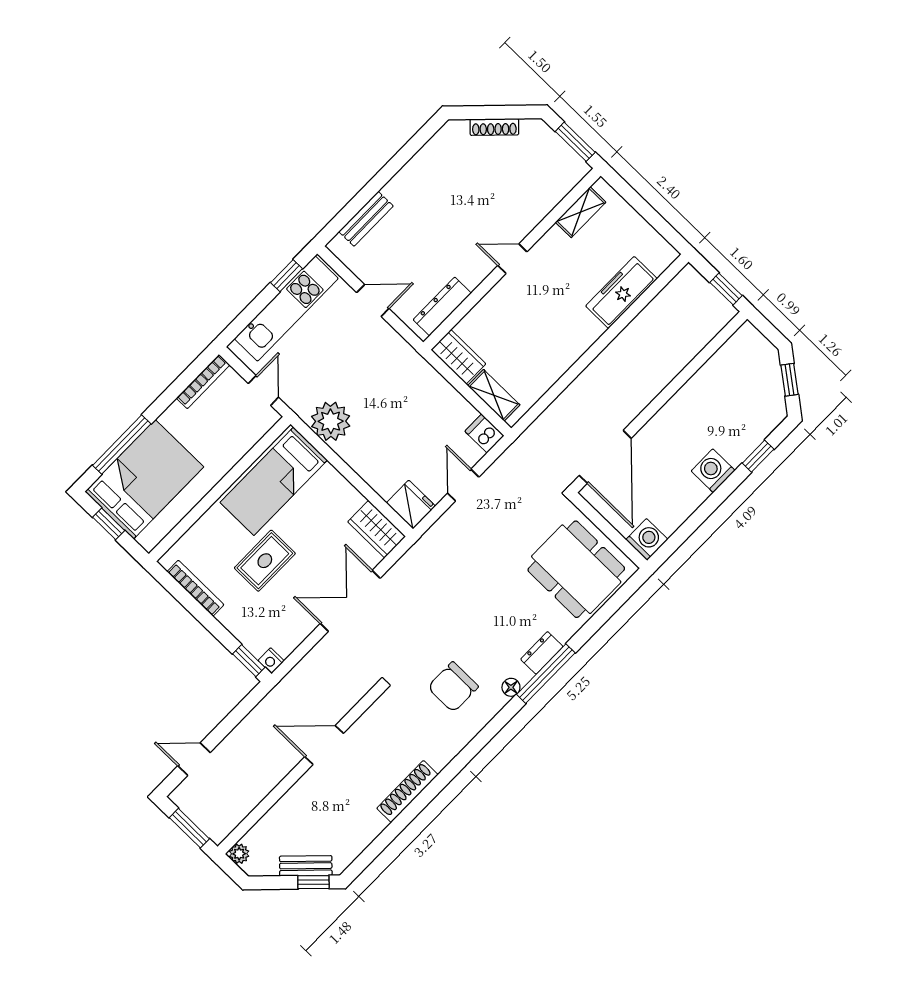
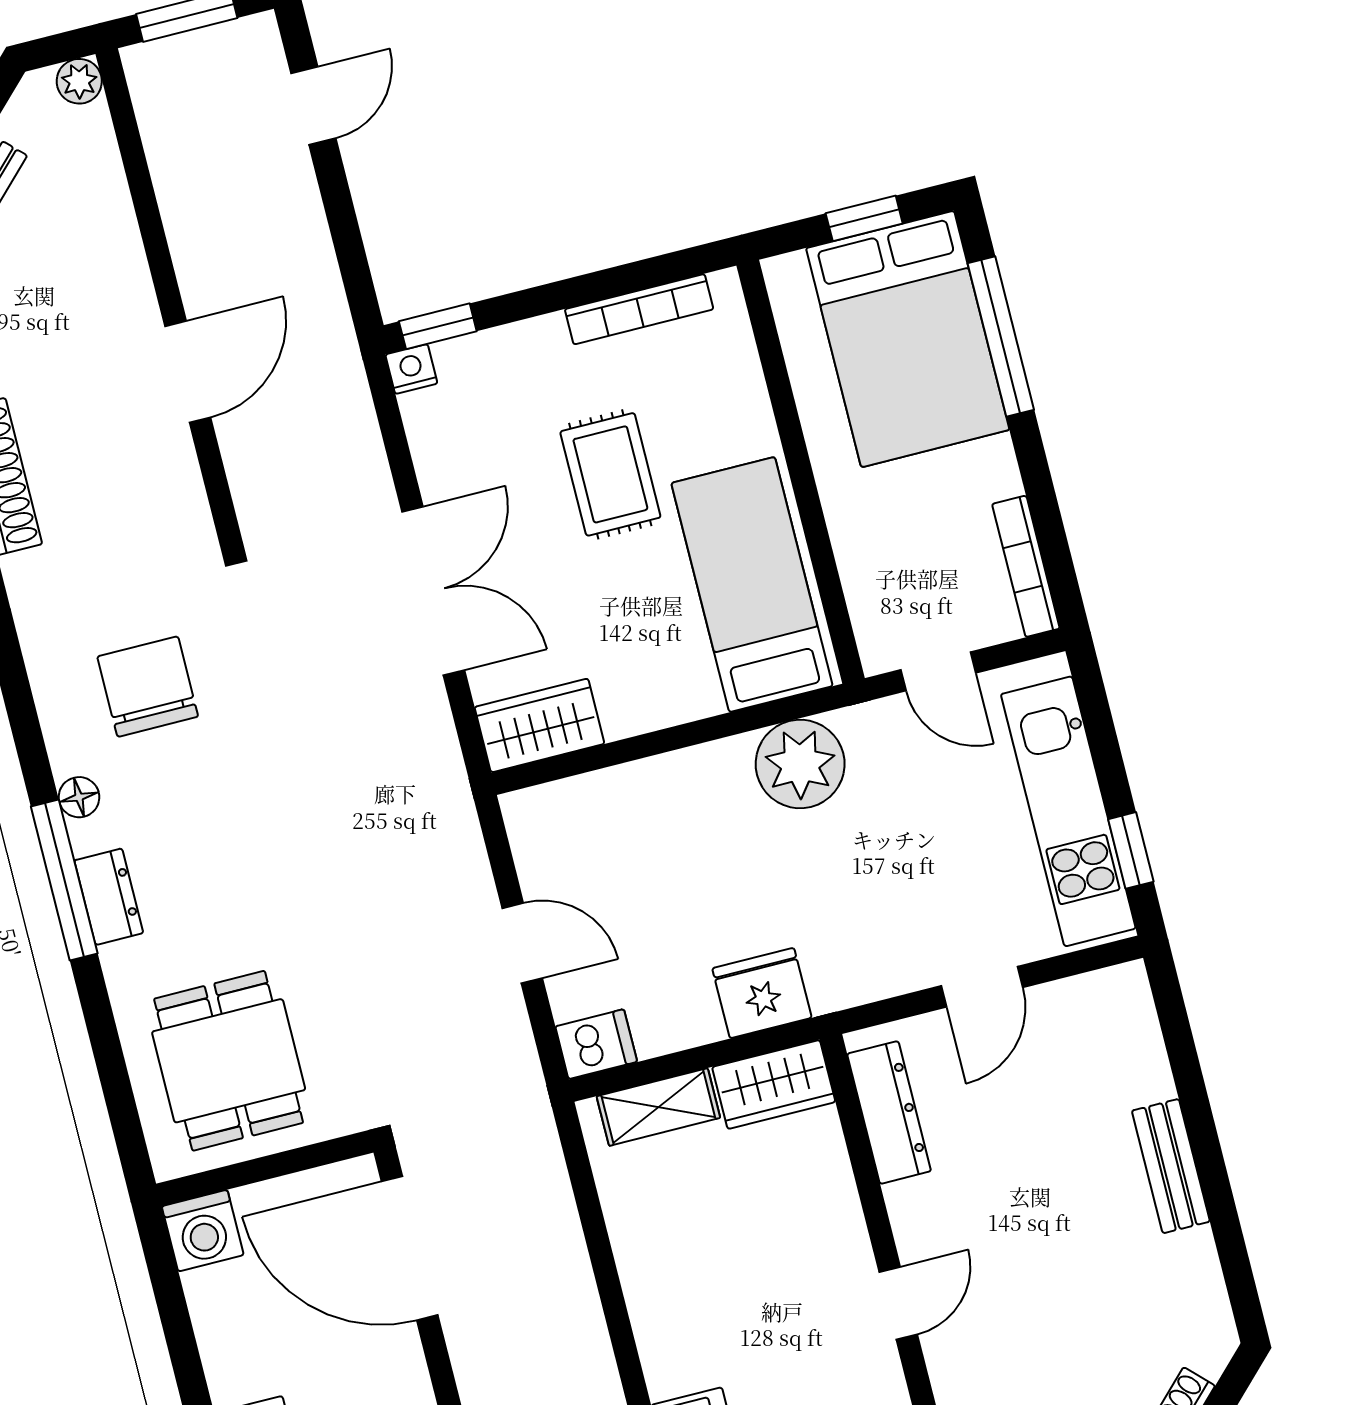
bench: (366, 219) -> (1171, 1166), moved
fridge: (411, 505) -> (762, 993), moved, turned 180
dining table: (576, 569) -> (229, 1061), width x0.73

